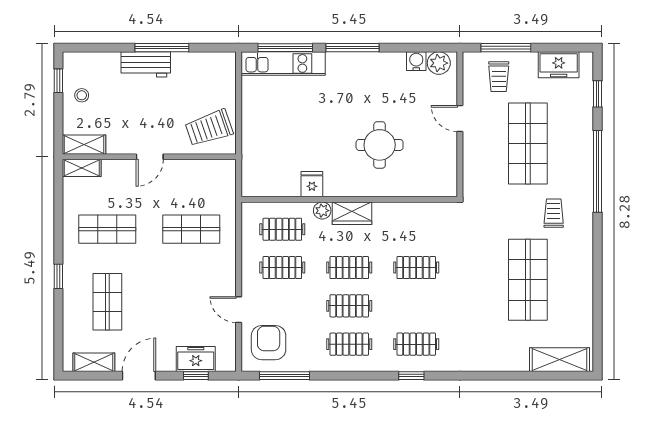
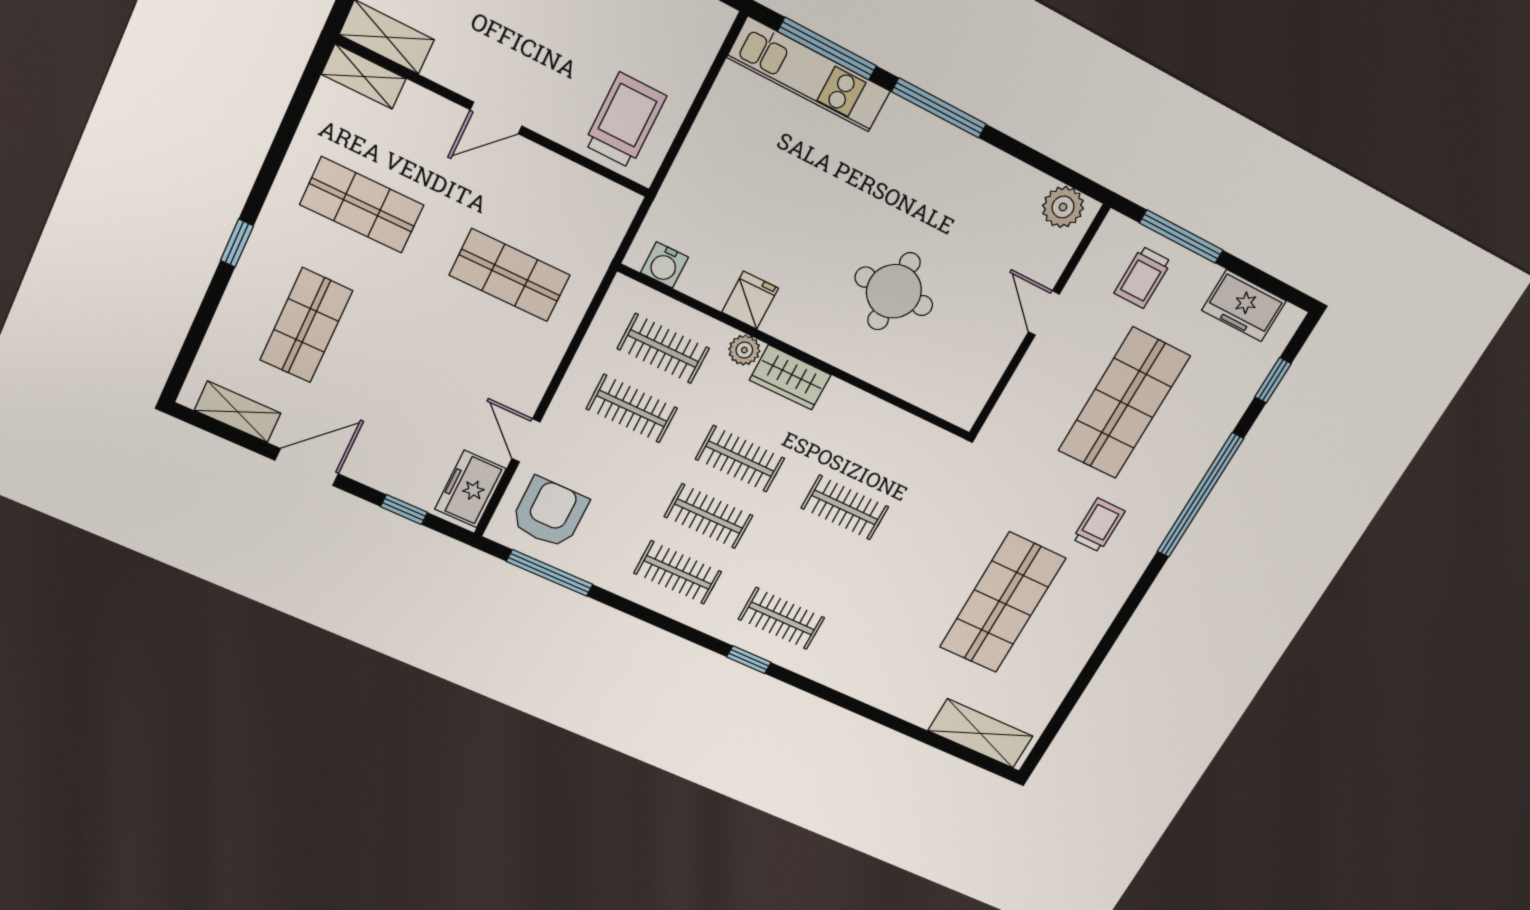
water cooler: (416, 61) -> (664, 265), moved, turned 180
trolley: (209, 128) -> (625, 120), turned 109
freezer: (196, 359) -> (470, 489), moved, turned -90

